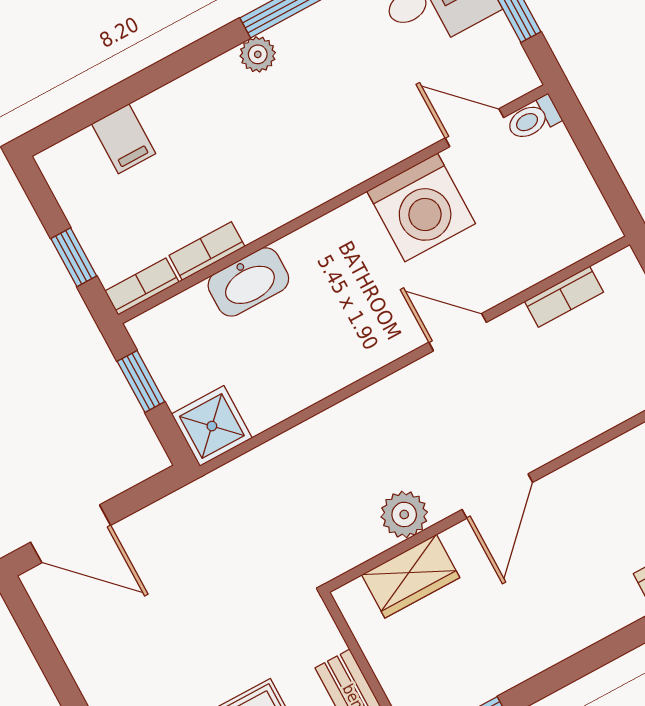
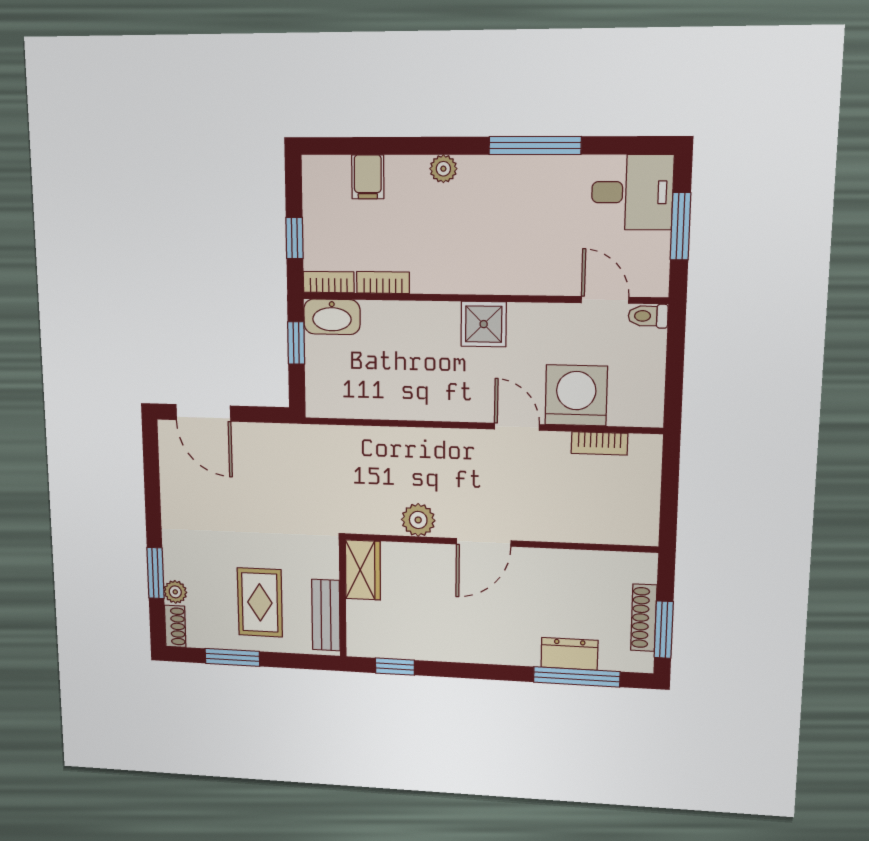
plant: (258, 54) -> (443, 169), moved
washing machine: (421, 207) -> (576, 395), moved, turned 180
washbasin: (248, 282) -> (332, 317), moved
shower: (212, 426) -> (484, 324), moved
wardrobe: (411, 576) -> (363, 570), moved, turned -90

